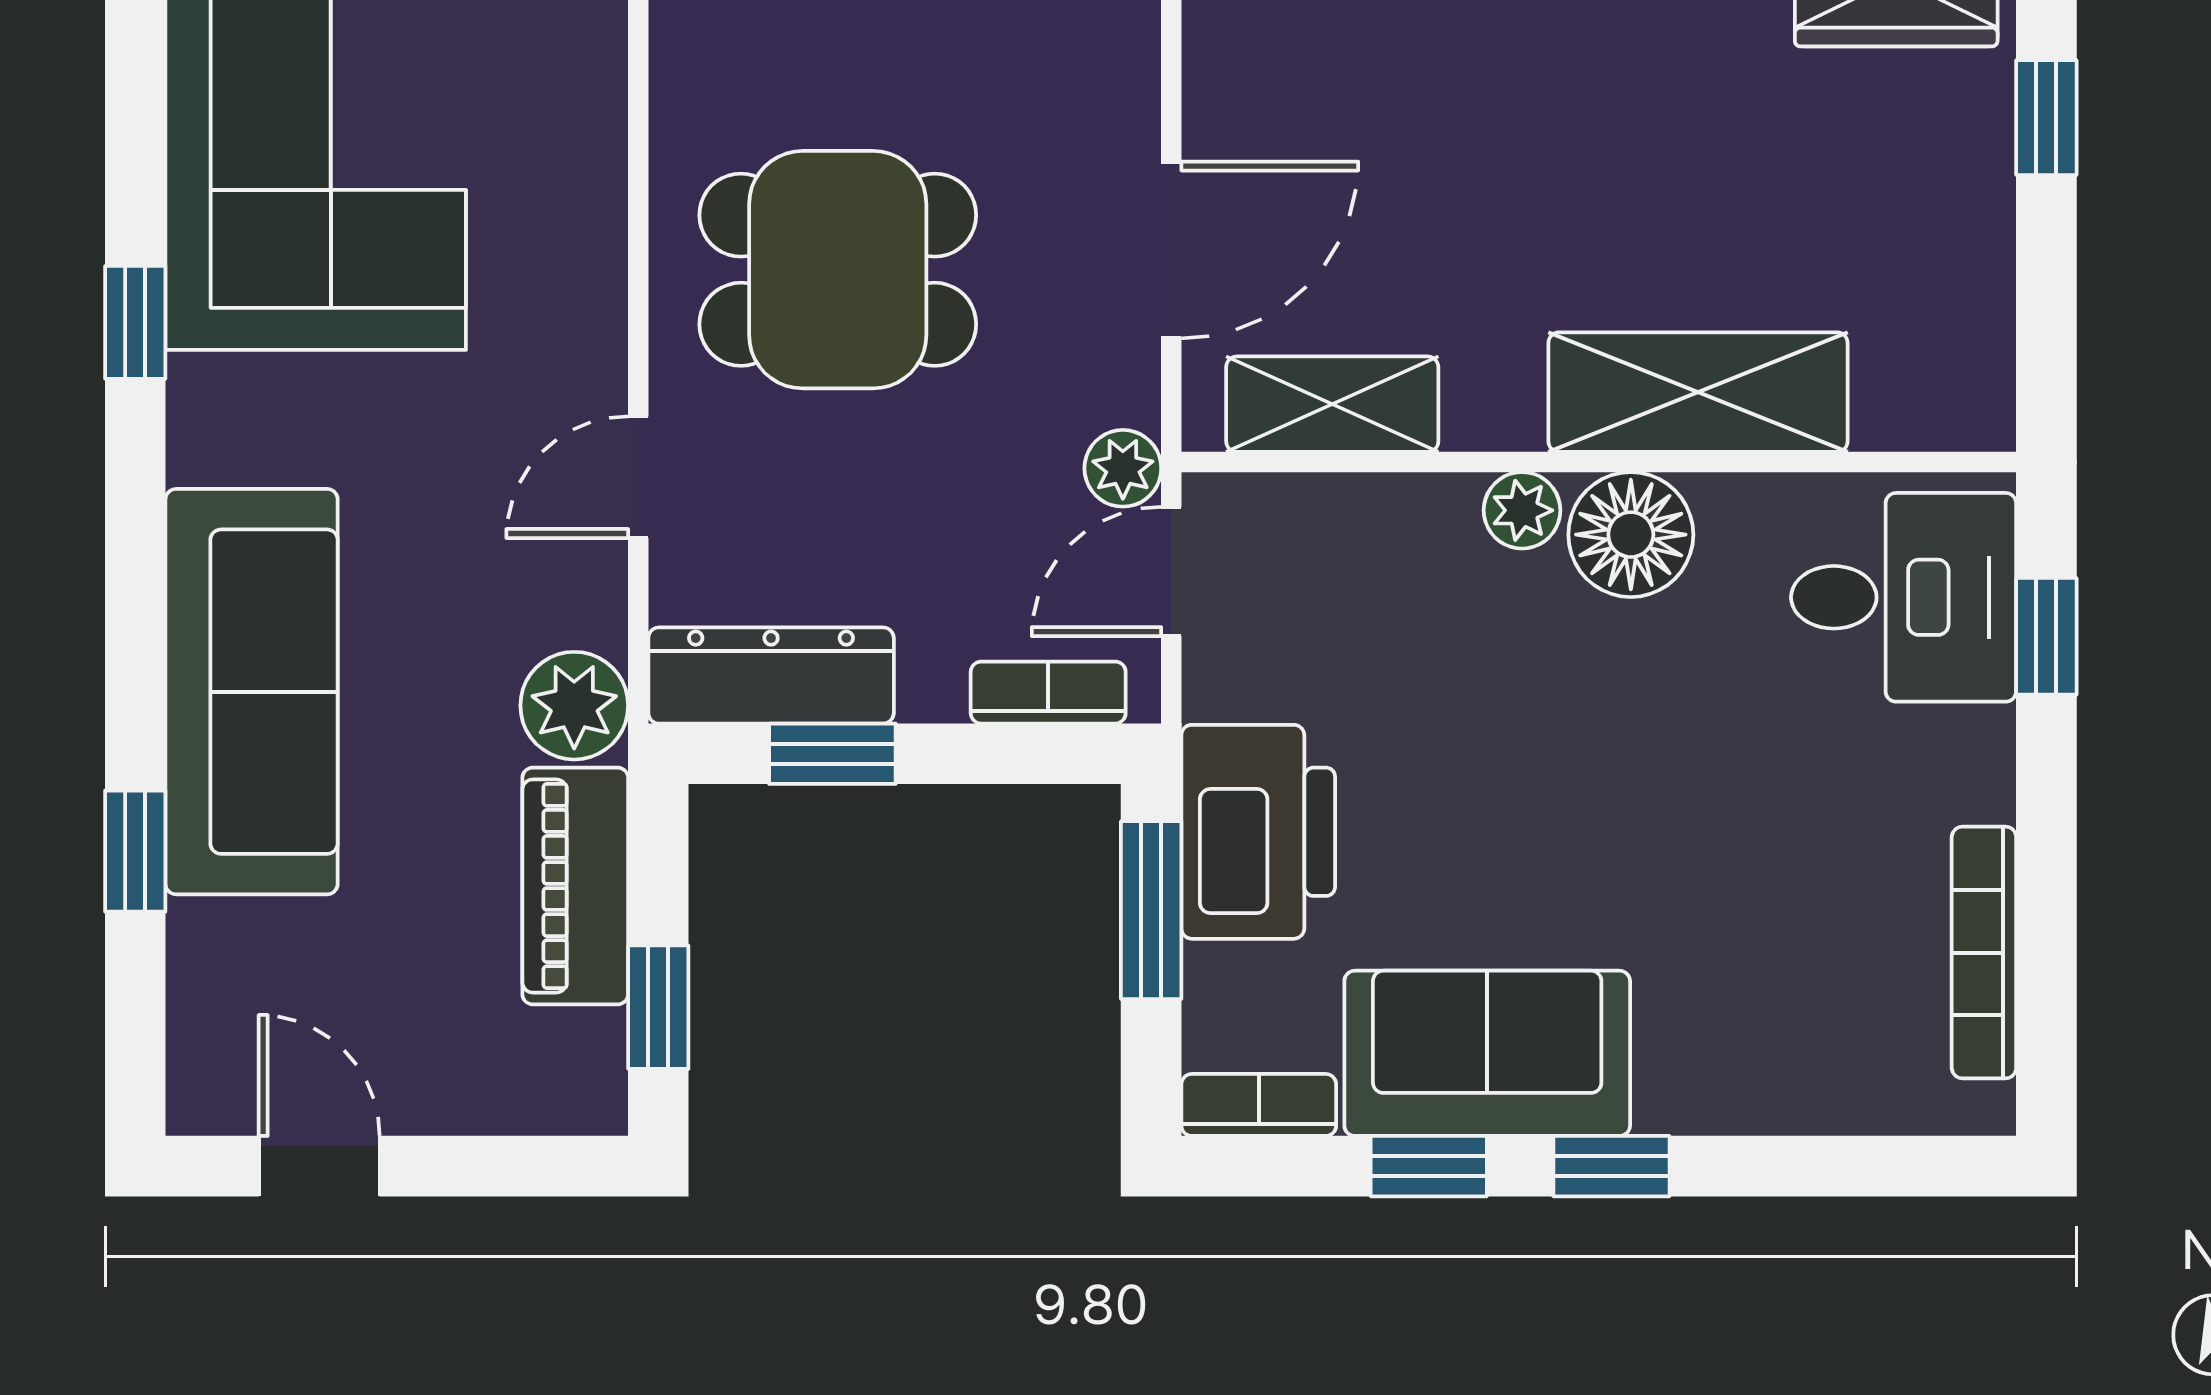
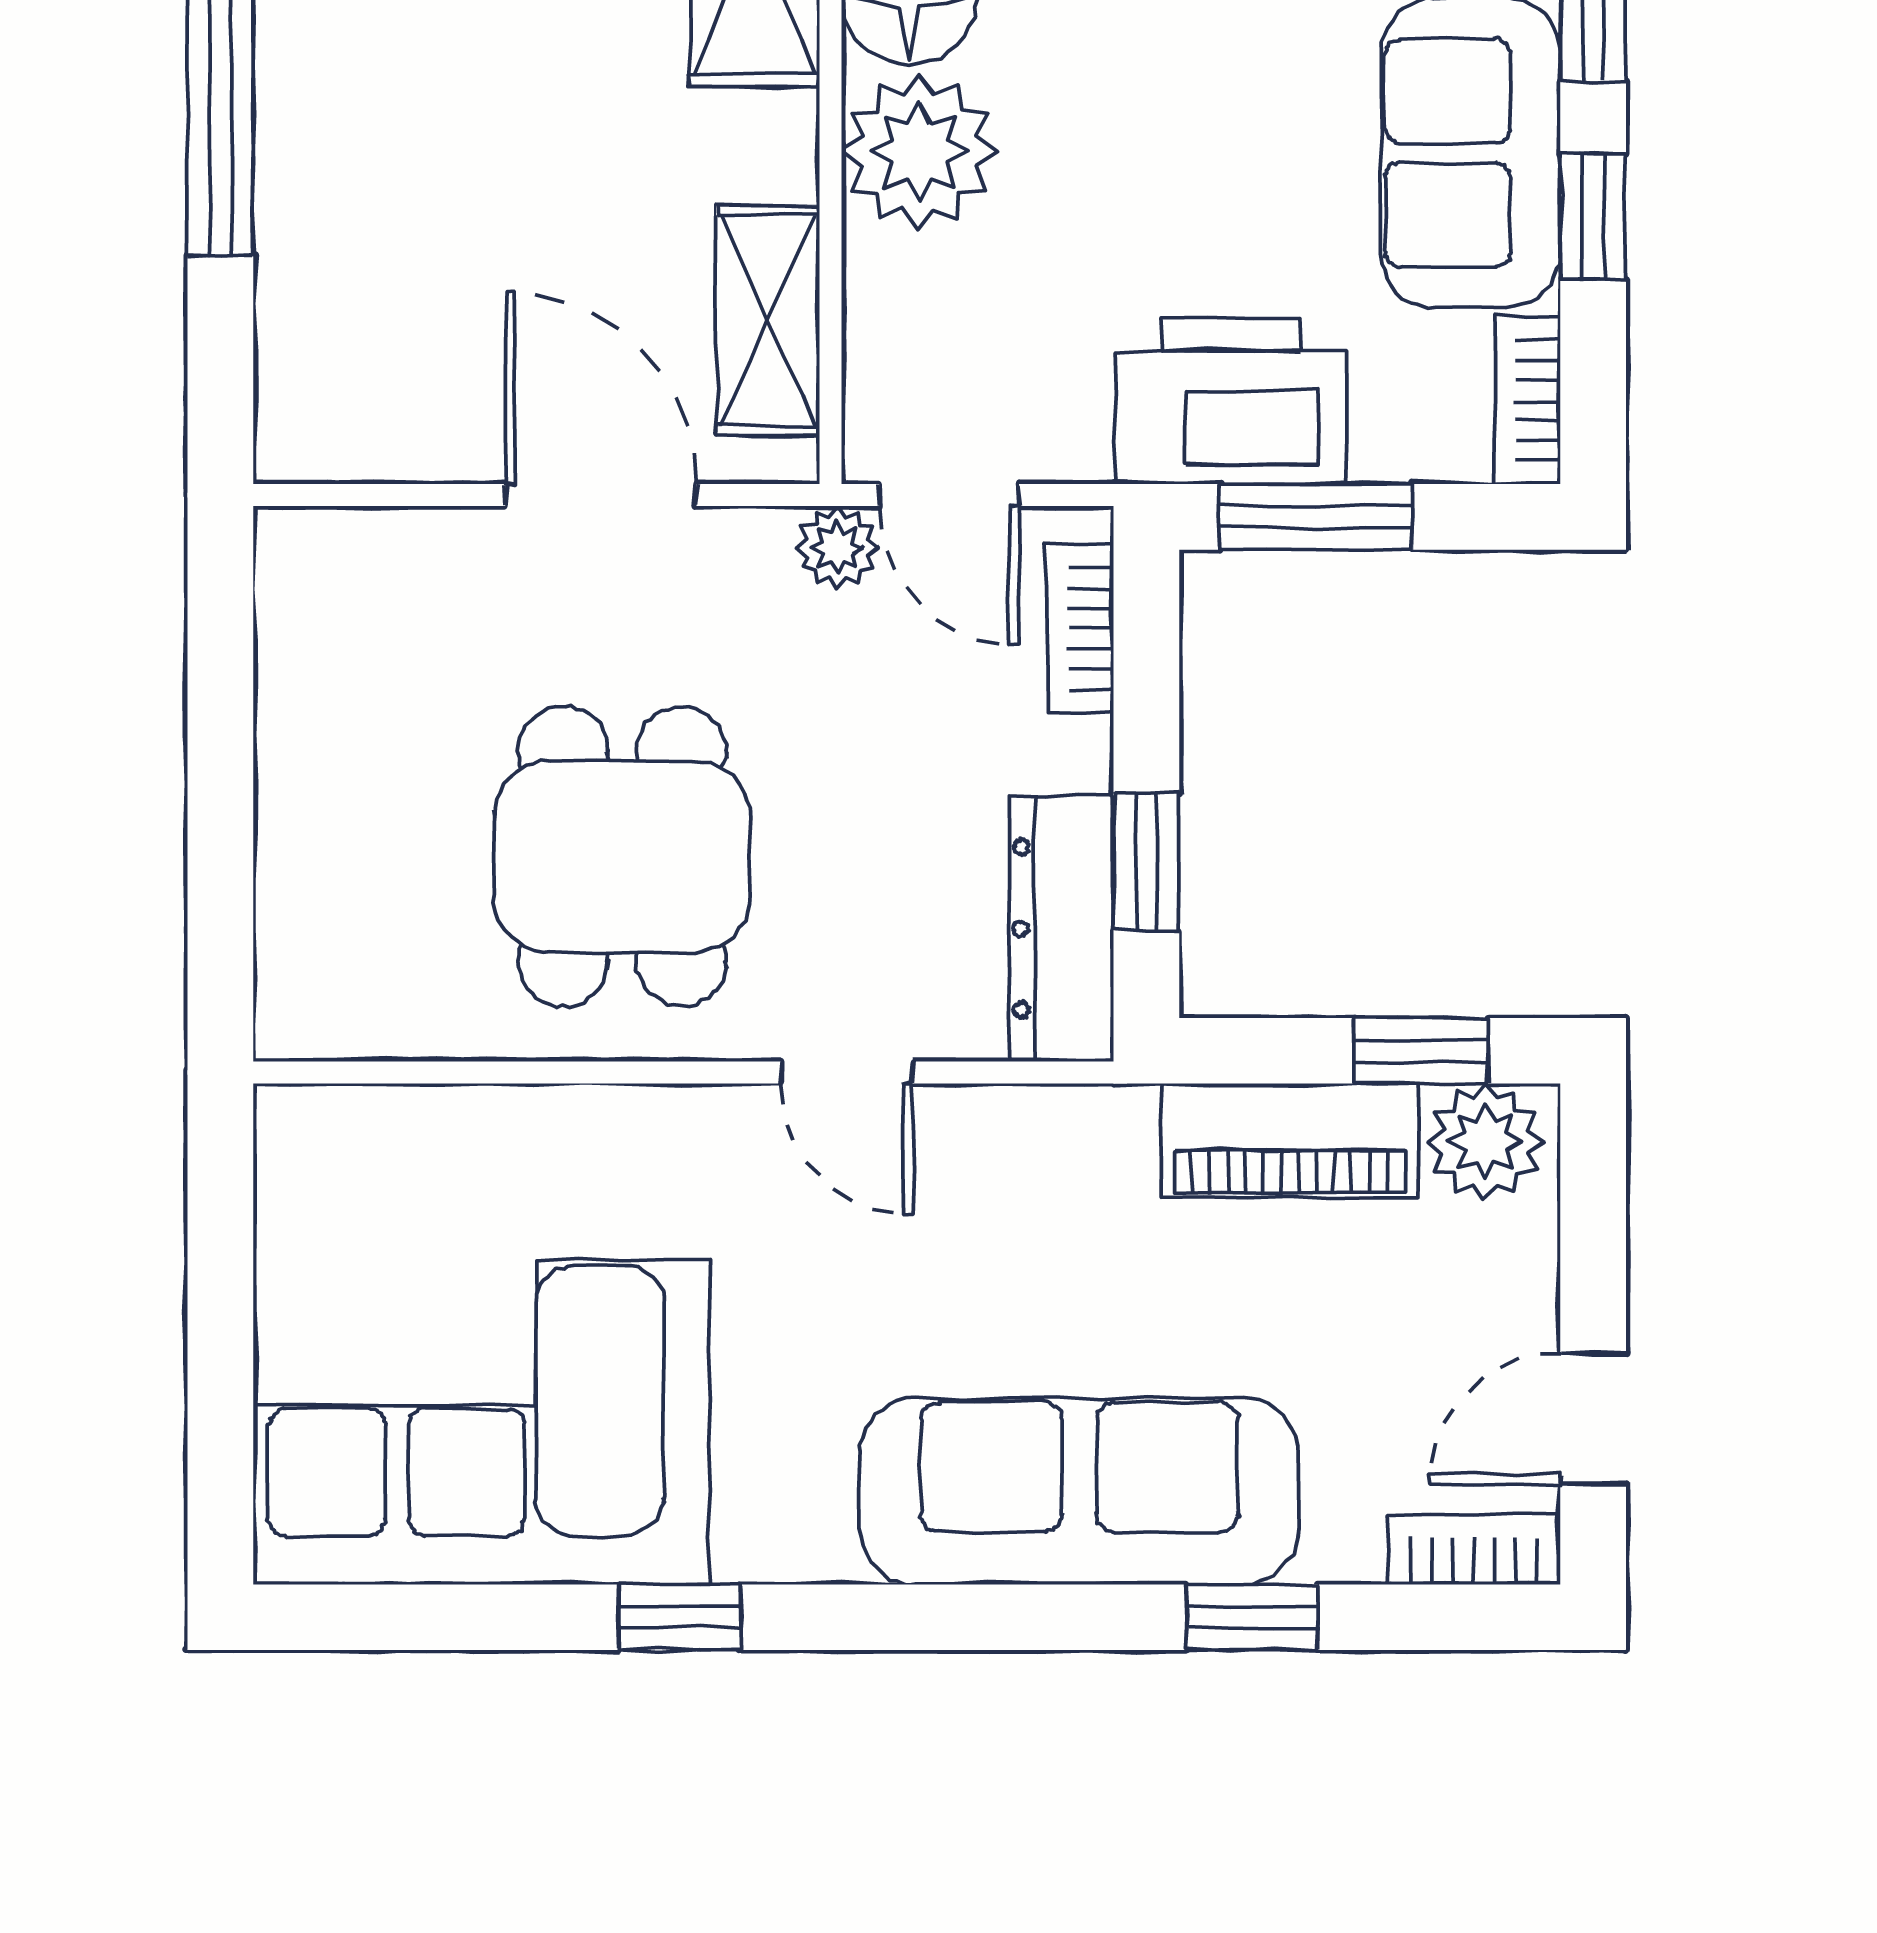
plant: (1522, 510) -> (919, 151), width x1.88, depth x1.88
plant: (574, 706) -> (1485, 1142), moved
bookcase: (197, 1056) -> (1474, 1550), added

